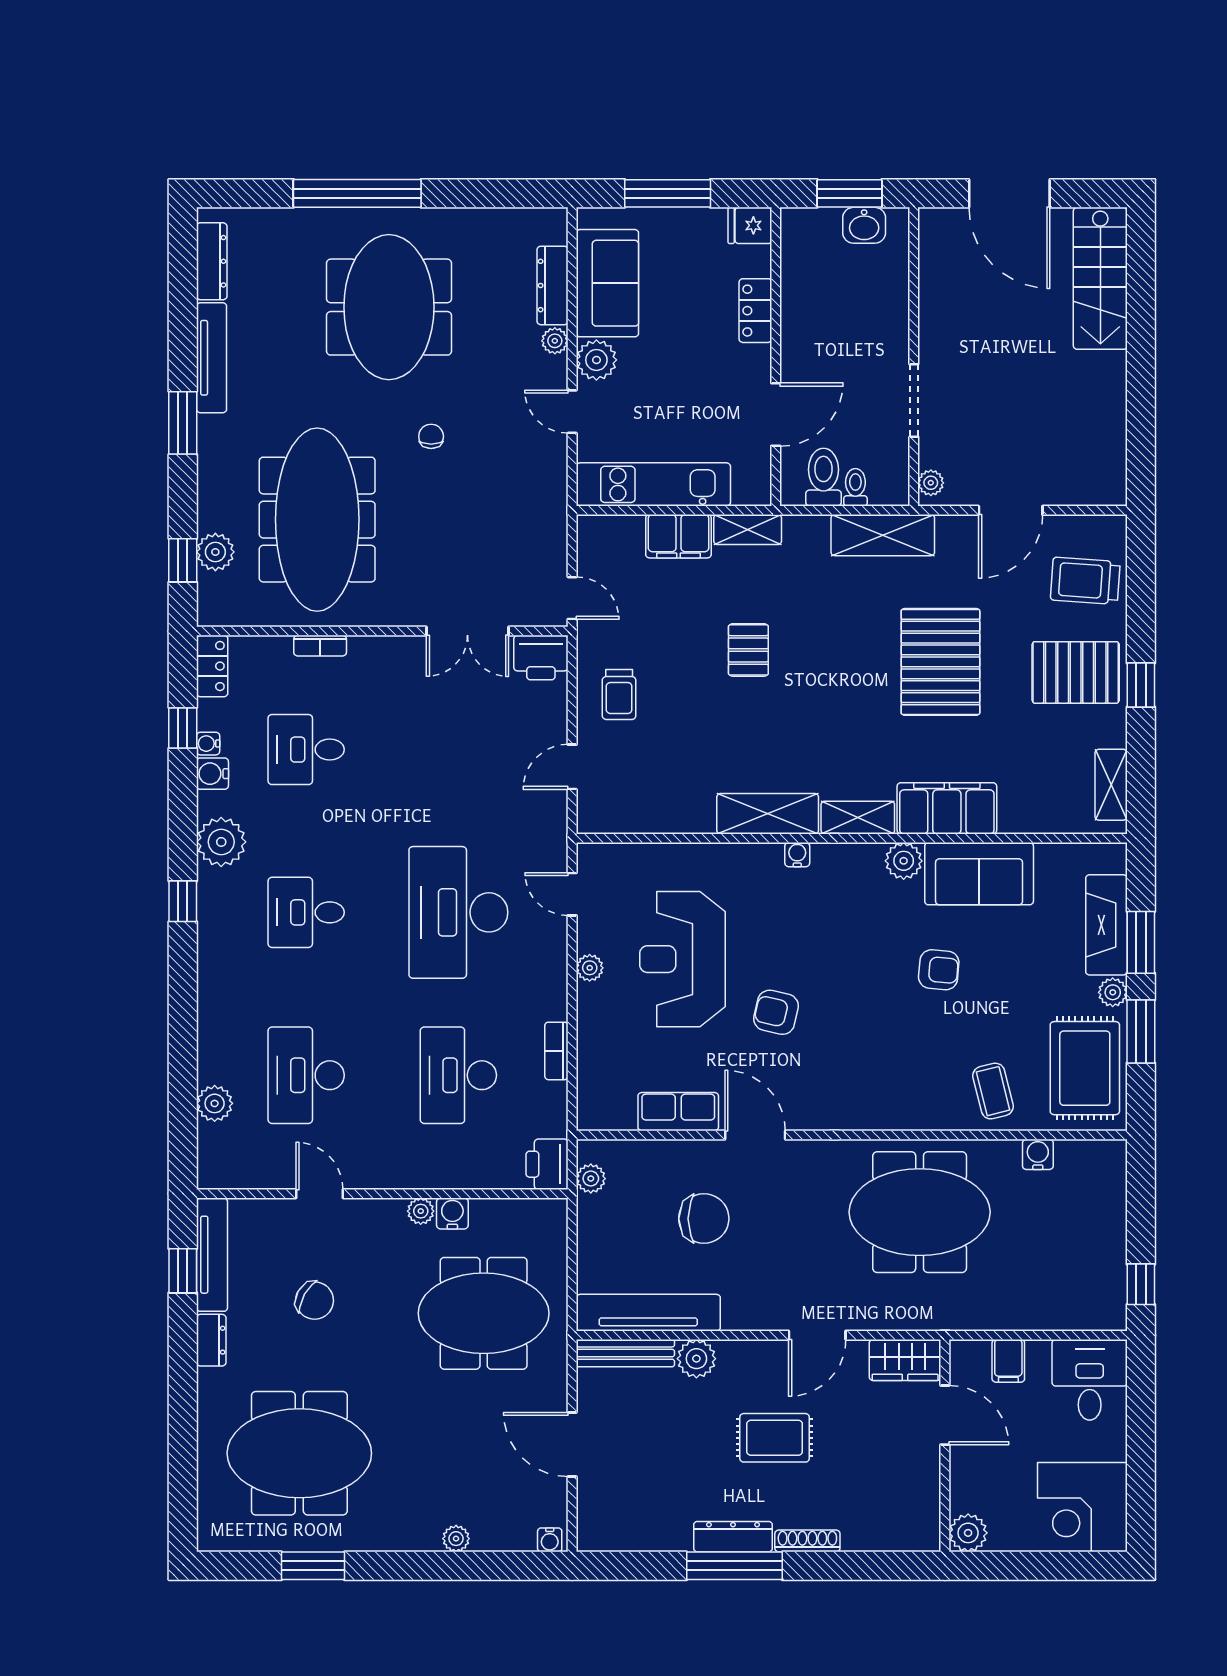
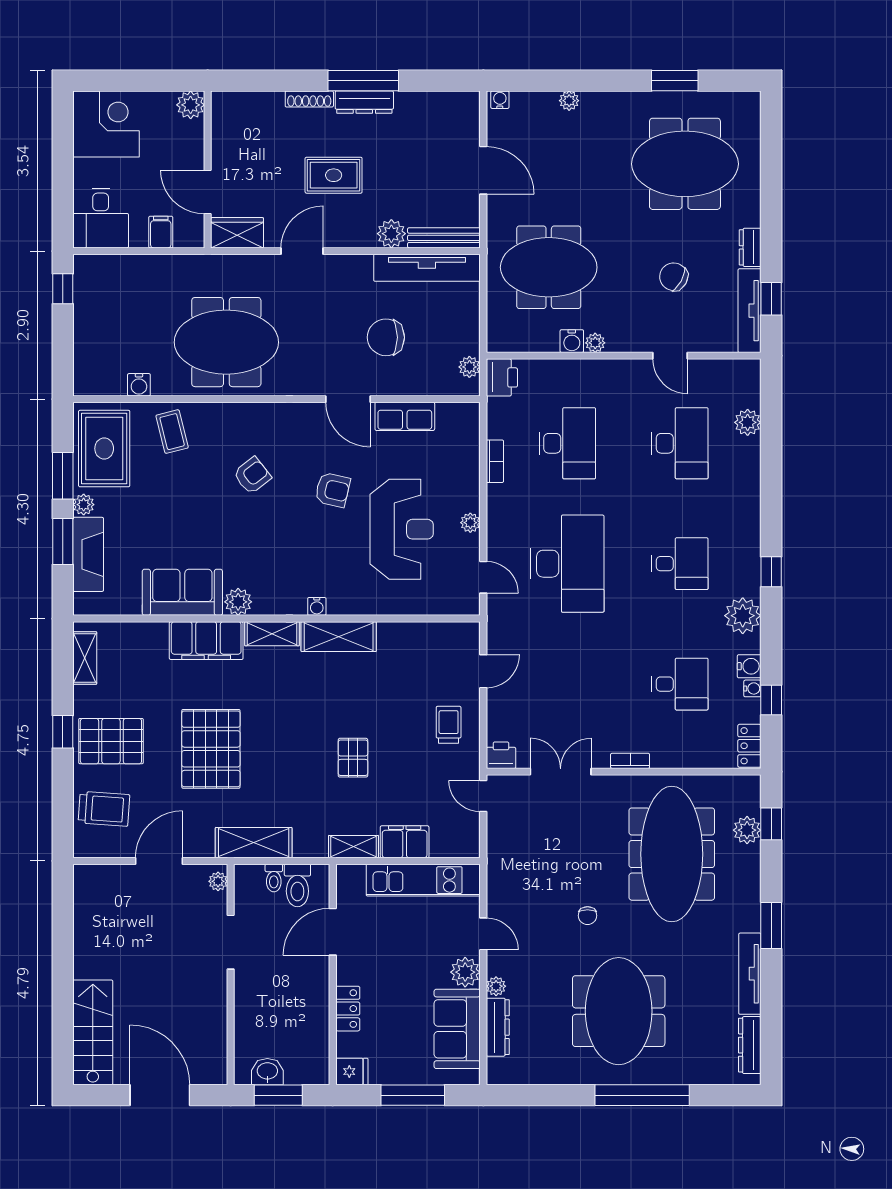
bookcase: (320, 646) -> (630, 761), moved
printer: (541, 658) -> (501, 755), width x0.73, depth x0.81
armchair: (939, 970) -> (252, 475), moved, turned 137

